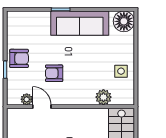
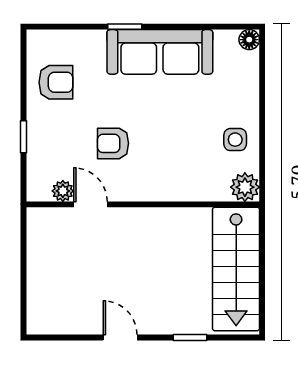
floor lamp: (124, 21) -> (249, 40), width x0.53, depth x0.53
armchair: (19, 58) -> (56, 82), moved
plant: (103, 97) -> (245, 187), moved

